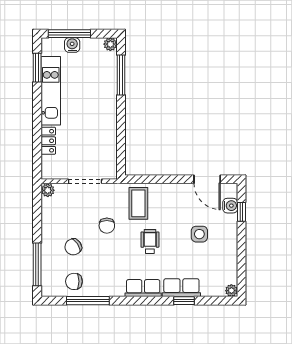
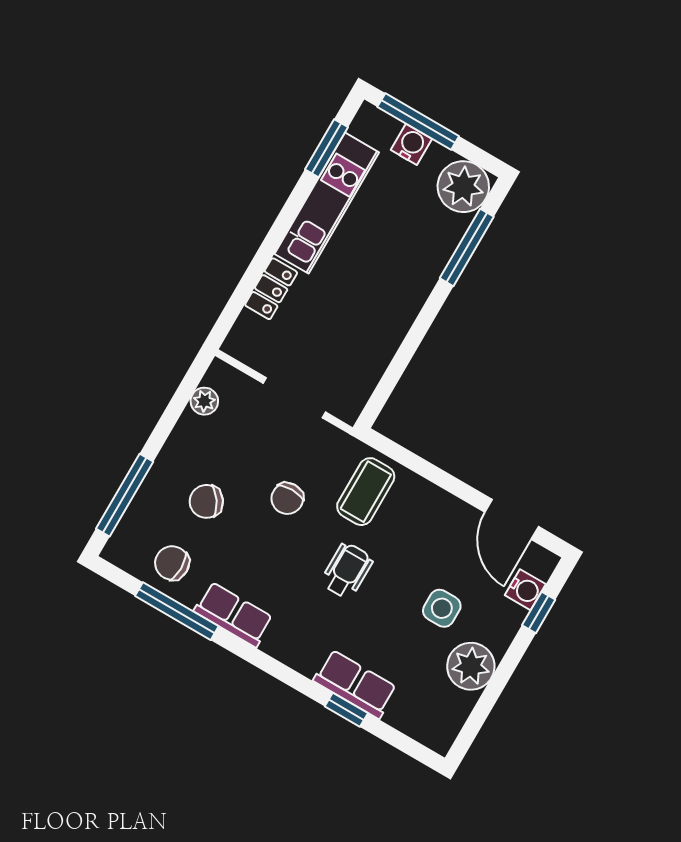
plant: (110, 44) -> (463, 187), width x1.88, depth x1.88
plant: (48, 190) -> (204, 401), moved
row of seats: (143, 288) -> (233, 614), moved
plant: (231, 291) -> (471, 666), moved, width x1.88, depth x1.88

